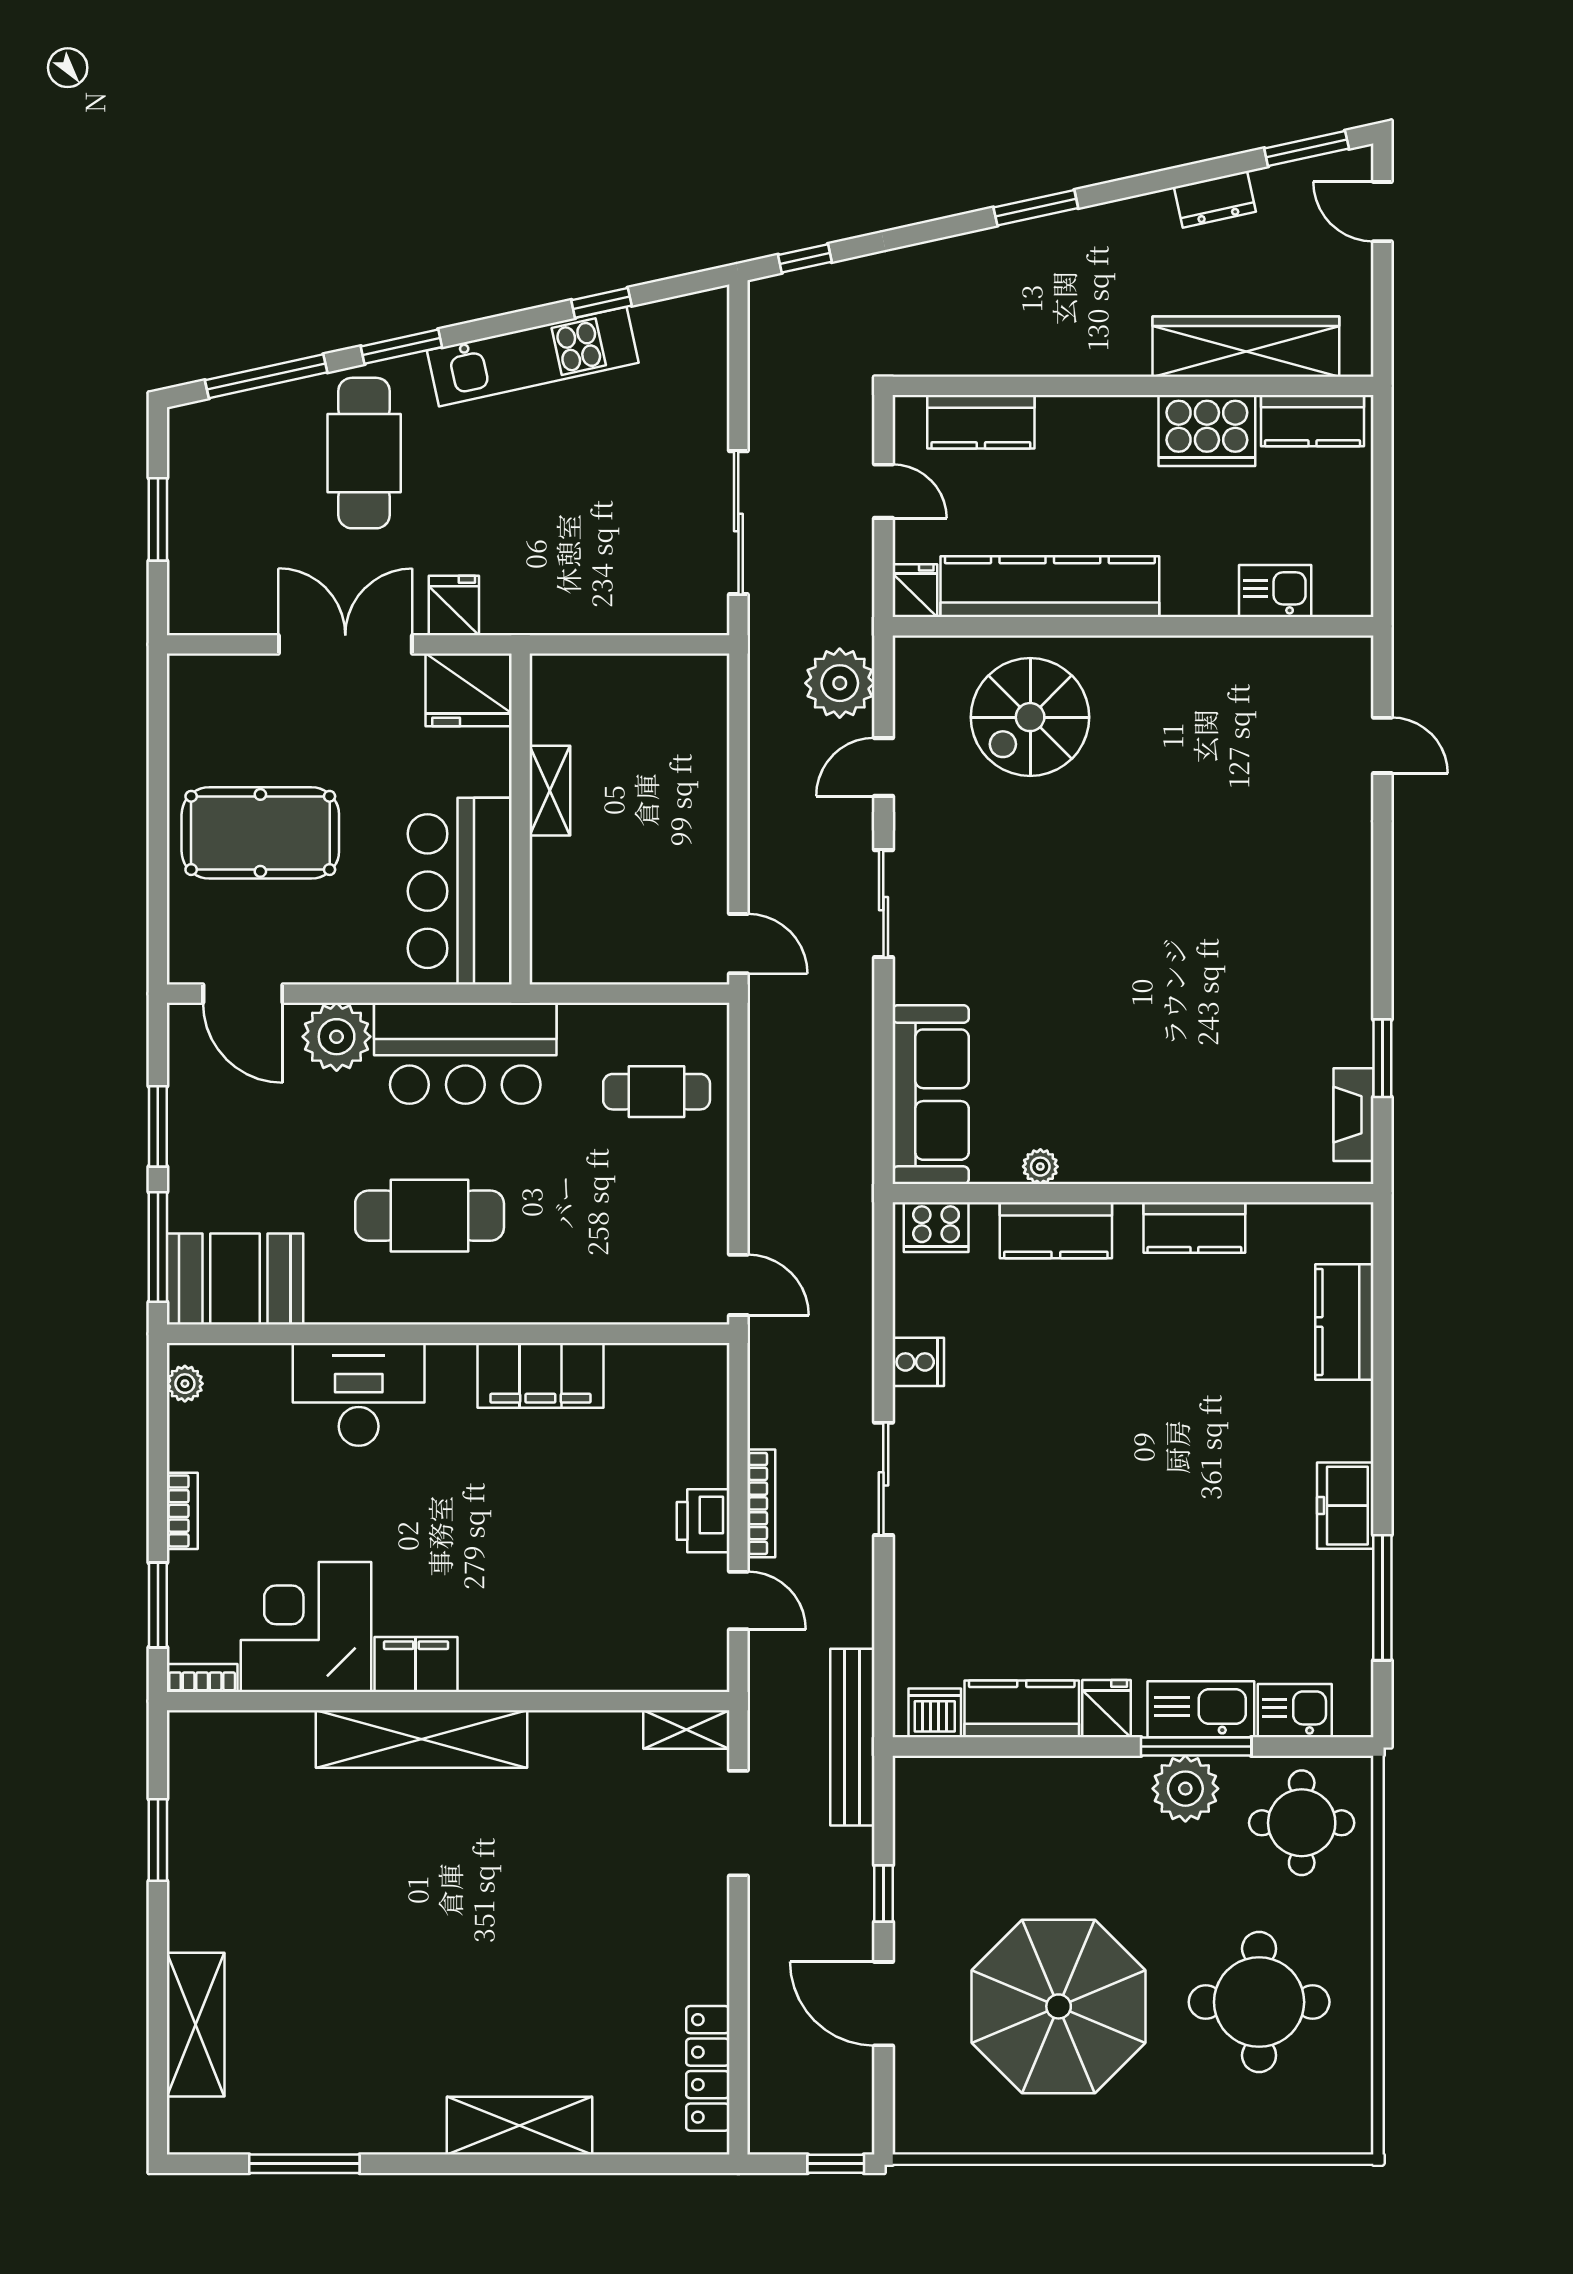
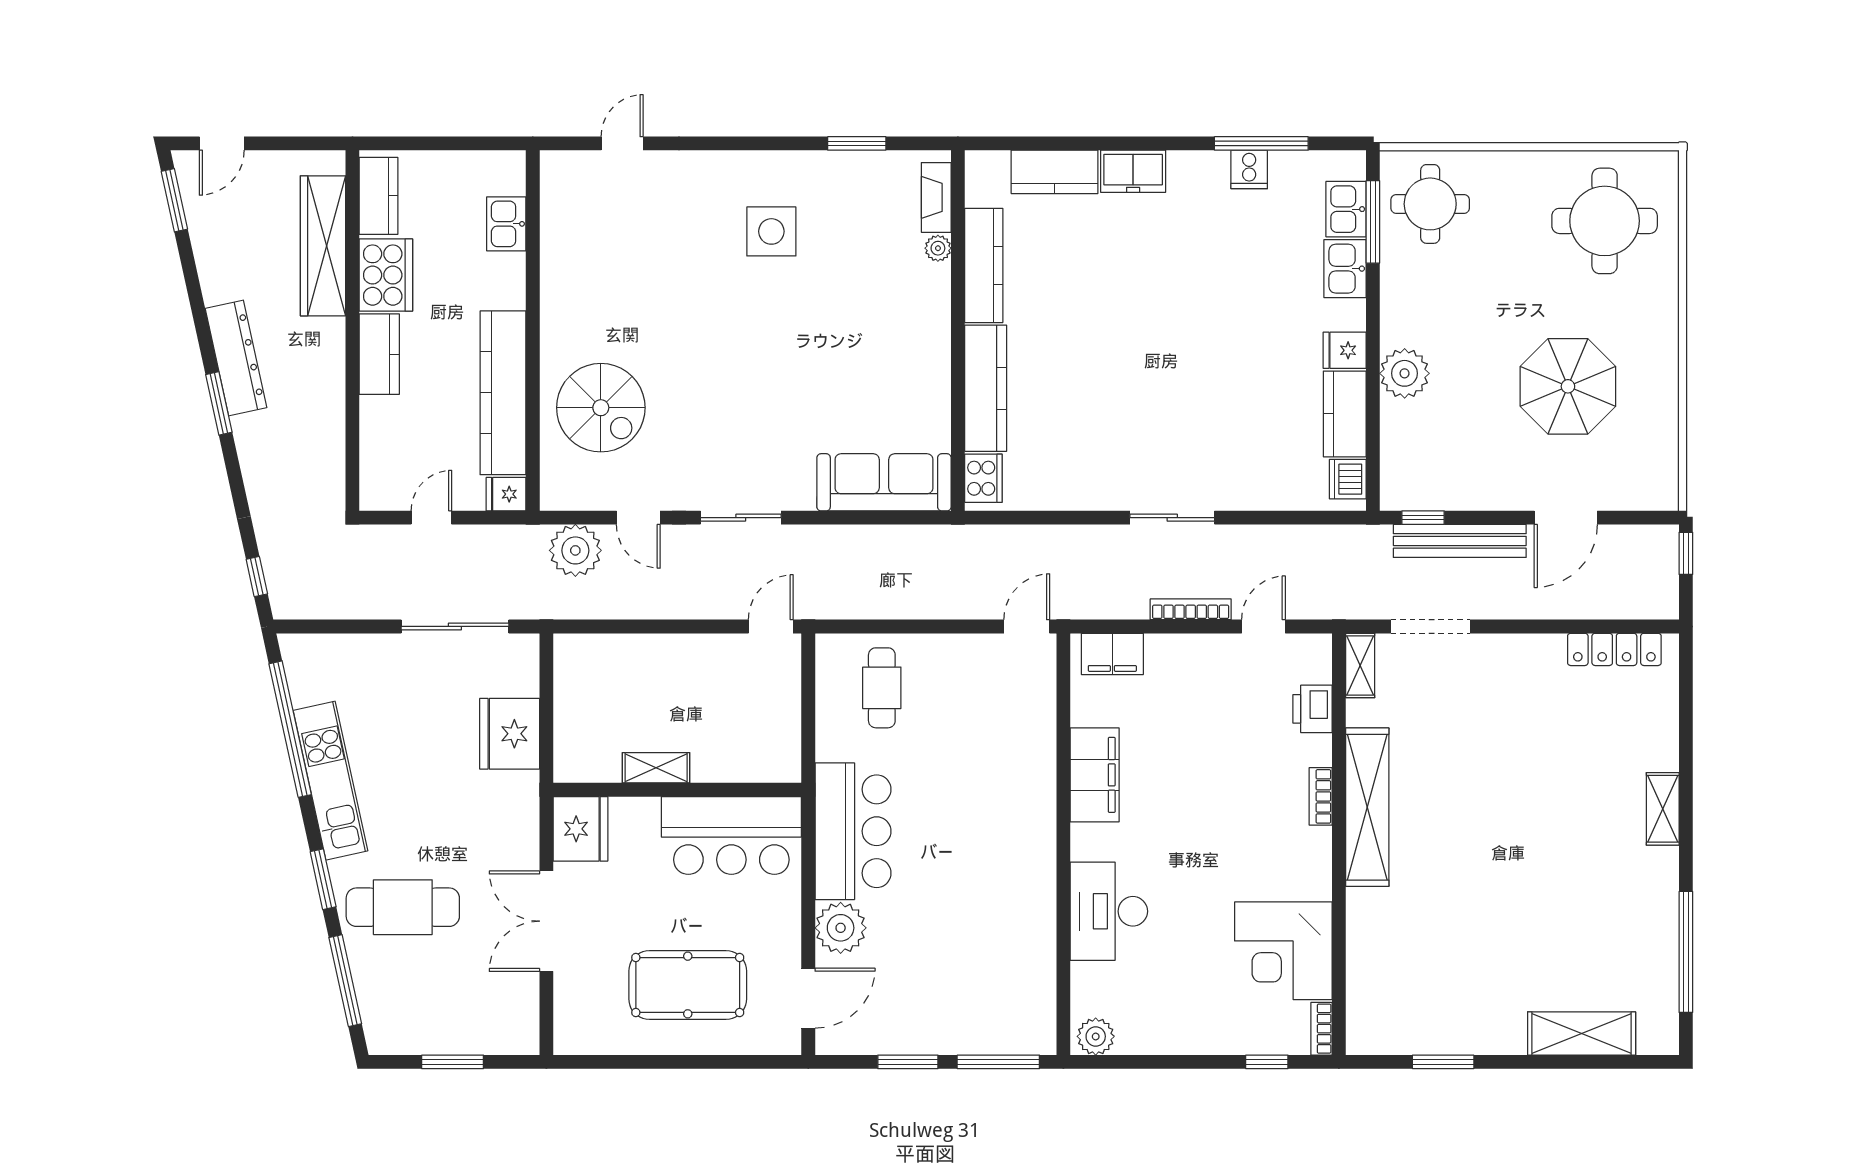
dresser: (1215, 199) -> (236, 358), moved, width x1.96, depth x1.24
window: (601, 303) -> (290, 729), width x3.17
kitchen counter: (981, 422) -> (379, 354), moved
fridge: (454, 606) -> (510, 734), moved, width x1.88, depth x1.34
pool table: (260, 833) -> (688, 985), turned 90
side table: (1265, 944) -> (771, 231), added
fireplace: (1353, 1115) -> (936, 197), moved, turned 90
plant: (1040, 1167) -> (938, 248), moved
cafe table: (430, 1216) -> (975, 858), removed
kitchen counter: (1194, 1228) -> (984, 265), width x1.50
kitchen counter: (1056, 1230) -> (986, 388), width x1.50
booth: (235, 1279) -> (1022, 1004), removed
cooker: (918, 1362) -> (1249, 169), moved, turned 180
plant: (185, 1384) -> (1096, 1036), width x1.38, depth x1.38
freezer: (1345, 1506) -> (1133, 171), moved
bookcase: (182, 1511) -> (1321, 796), moved, turned -90
printer: (703, 1521) -> (1312, 709), moved, turned 90
window: (158, 1605) -> (1267, 1062), width x0.67
filing cabinet: (416, 1664) -> (1112, 654), moved, turned -90
kitchen sink: (1201, 1709) -> (1345, 269), width x0.73
bench: (852, 1737) -> (1460, 541), moved
shelving: (422, 1739) -> (1367, 807), moved
window: (1196, 1746) -> (1373, 222), moved
plant: (1185, 1789) -> (1405, 373), moved
window: (883, 1894) -> (1423, 518), moved
round table: (1259, 2002) -> (1605, 221), moved
parasol: (1059, 2006) -> (1568, 386), width x0.73, depth x0.73
shelving: (519, 2126) -> (1663, 809), width x0.67, depth x0.75
window: (304, 2164) -> (1686, 952), width x1.46

